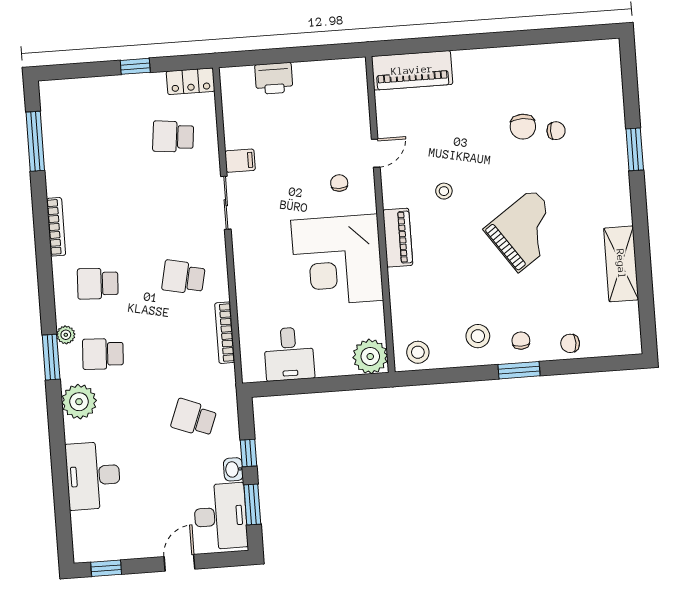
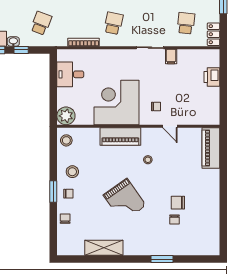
piano: (398, 238) -> (120, 137), width x1.37, depth x1.33

